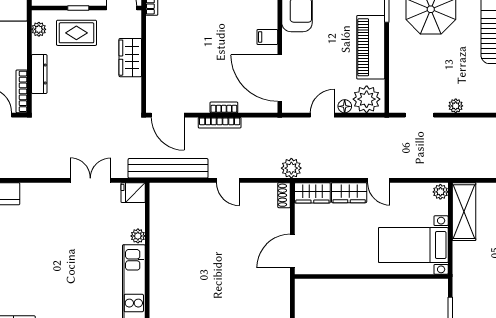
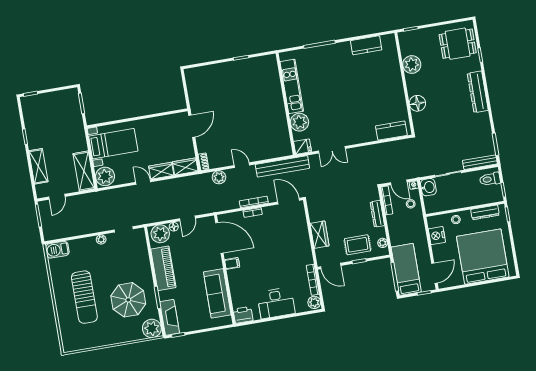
plant: (291, 168) -> (219, 177), moved
plant: (440, 192) -> (105, 176), width x1.88, depth x1.88
plant: (138, 236) -> (299, 122), width x1.88, depth x1.88

